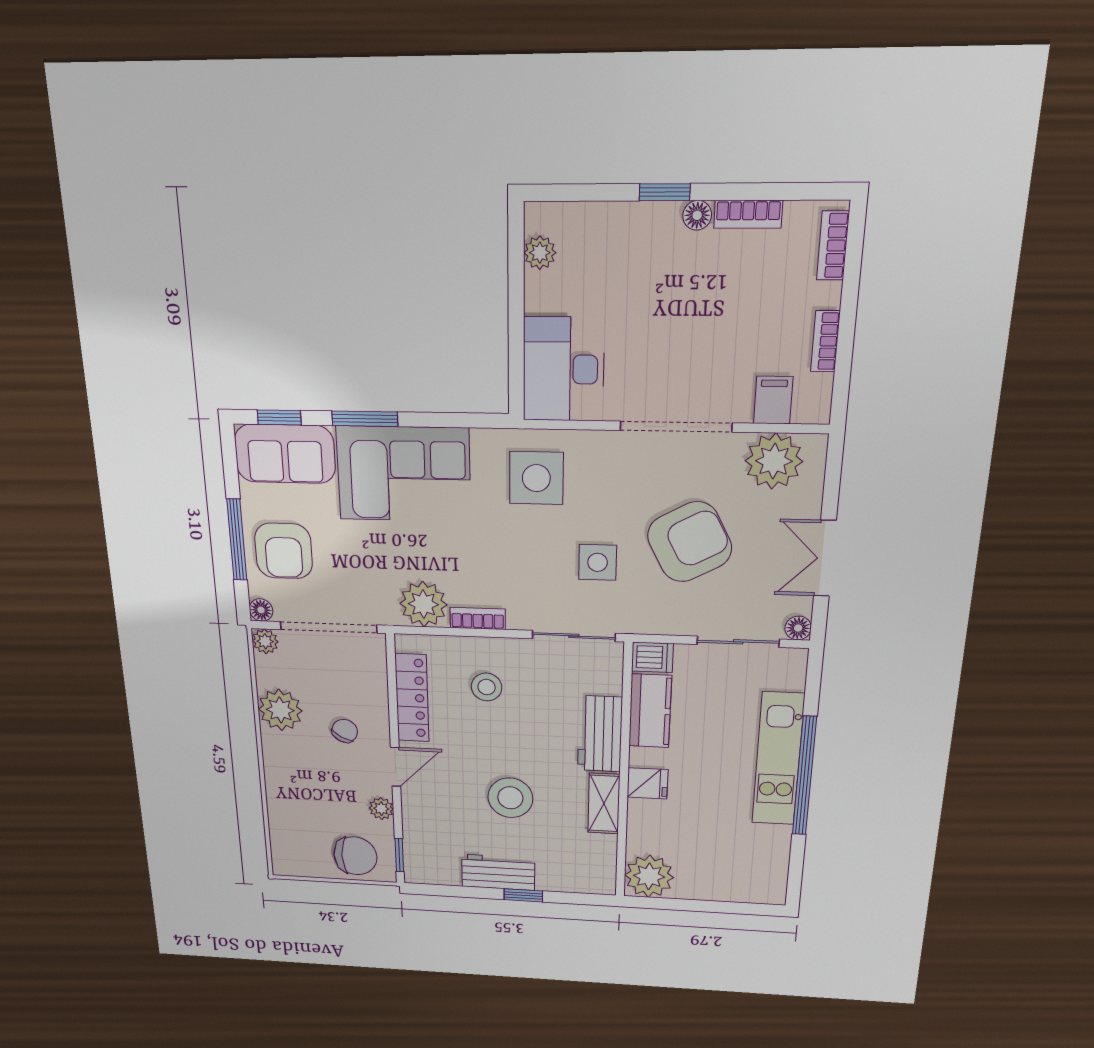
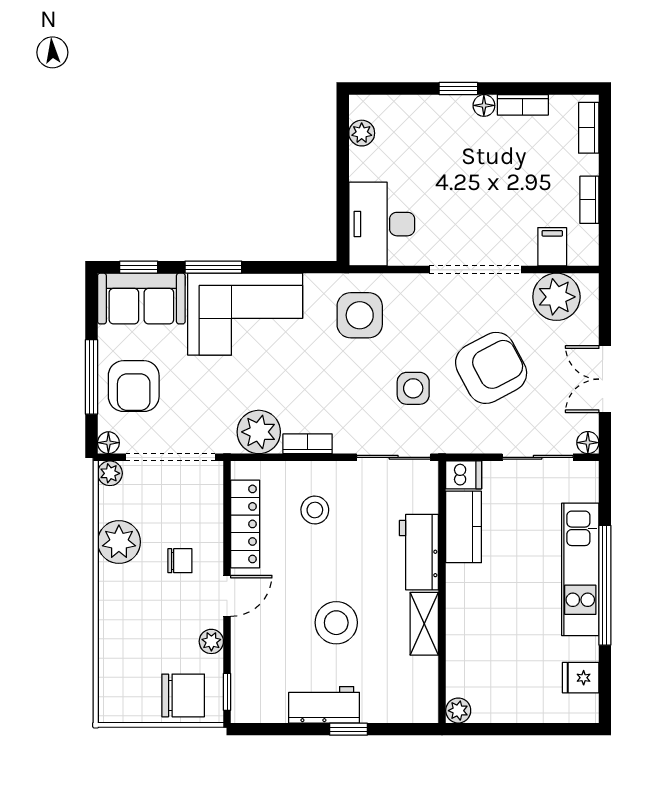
chair: (345, 731) -> (180, 561), turned 61
fridge: (647, 783) -> (581, 678), moved, turned 180
plant: (649, 876) -> (458, 711), width x0.53, depth x0.53

